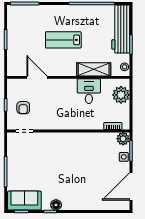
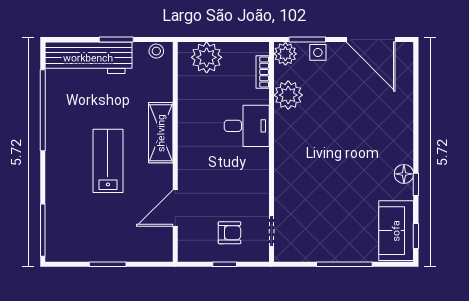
lab bench: (63, 40) -> (108, 161), turned 180
shelving: (94, 69) -> (161, 133), moved
desk: (89, 91) -> (247, 126), moved, turned 180
plant: (100, 140) -> (288, 95), added

